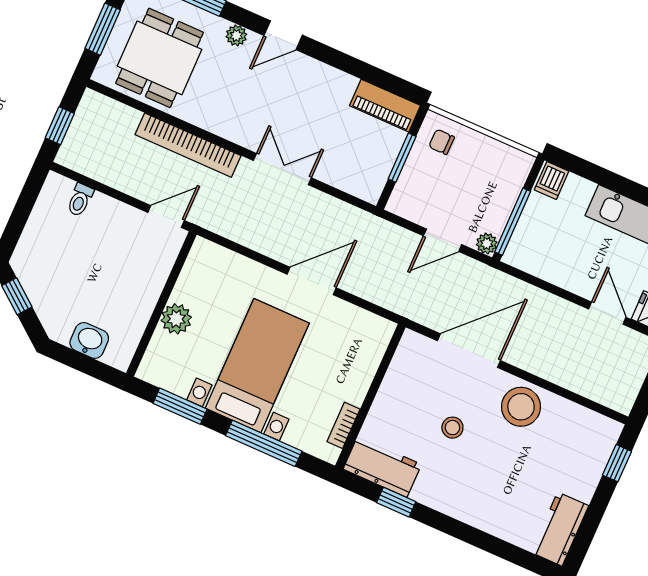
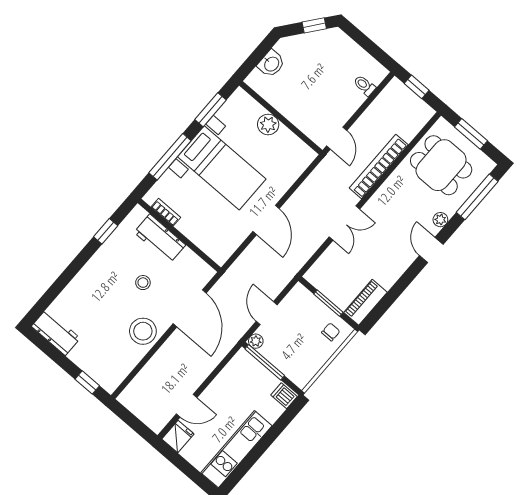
workbench: (382, 467) -> (160, 239), moved, turned 90

